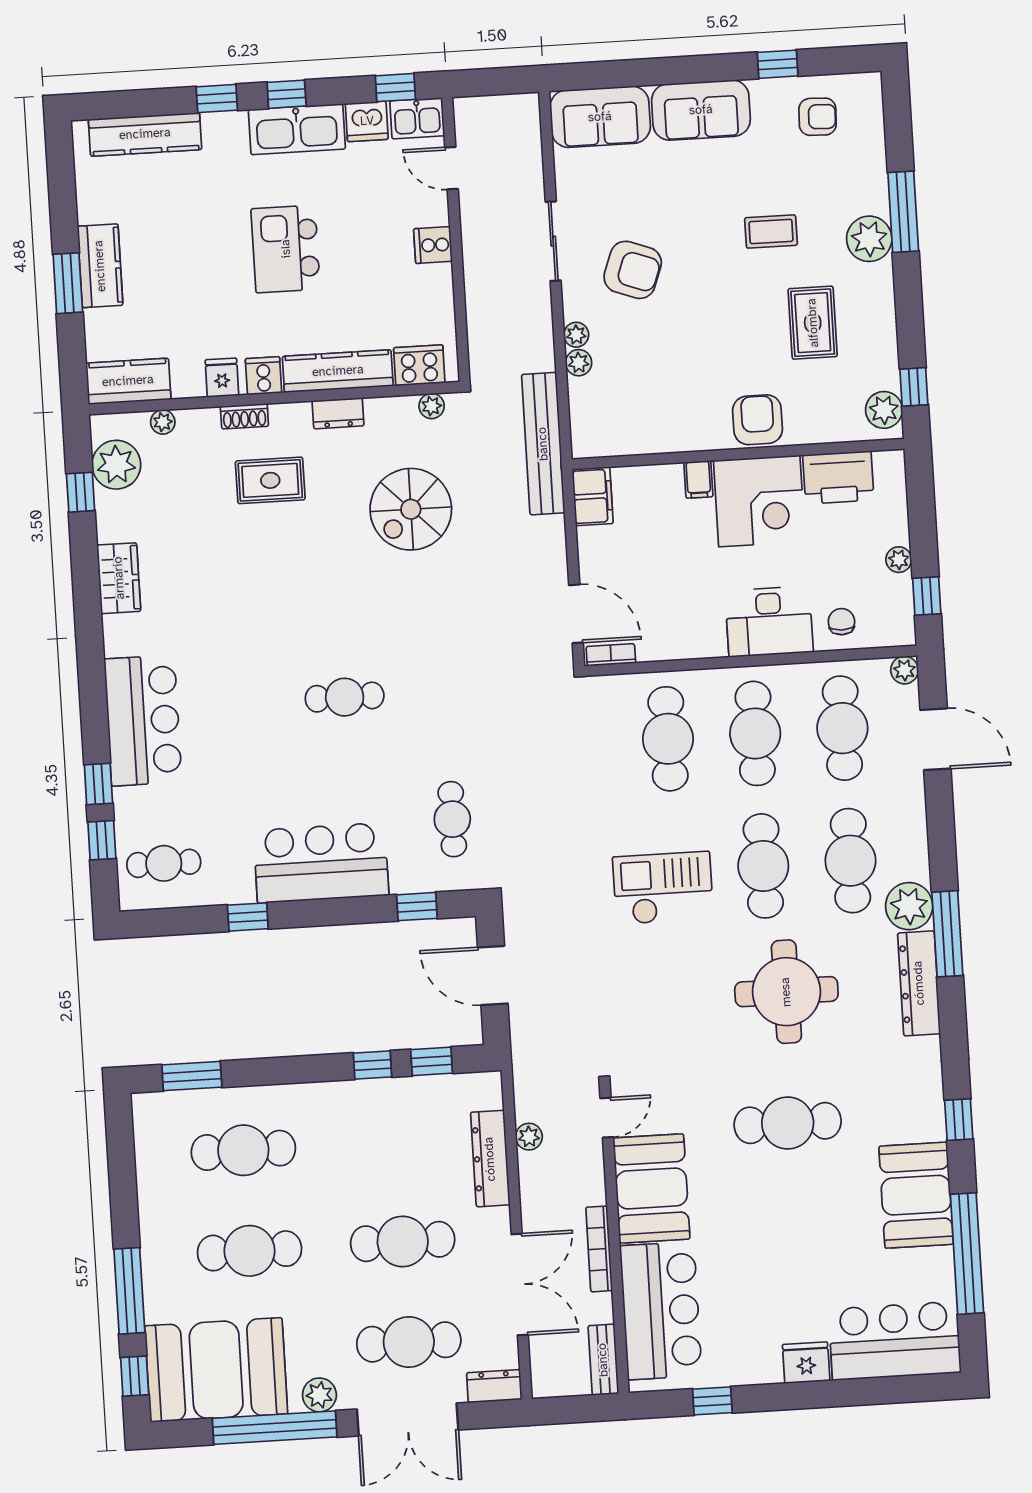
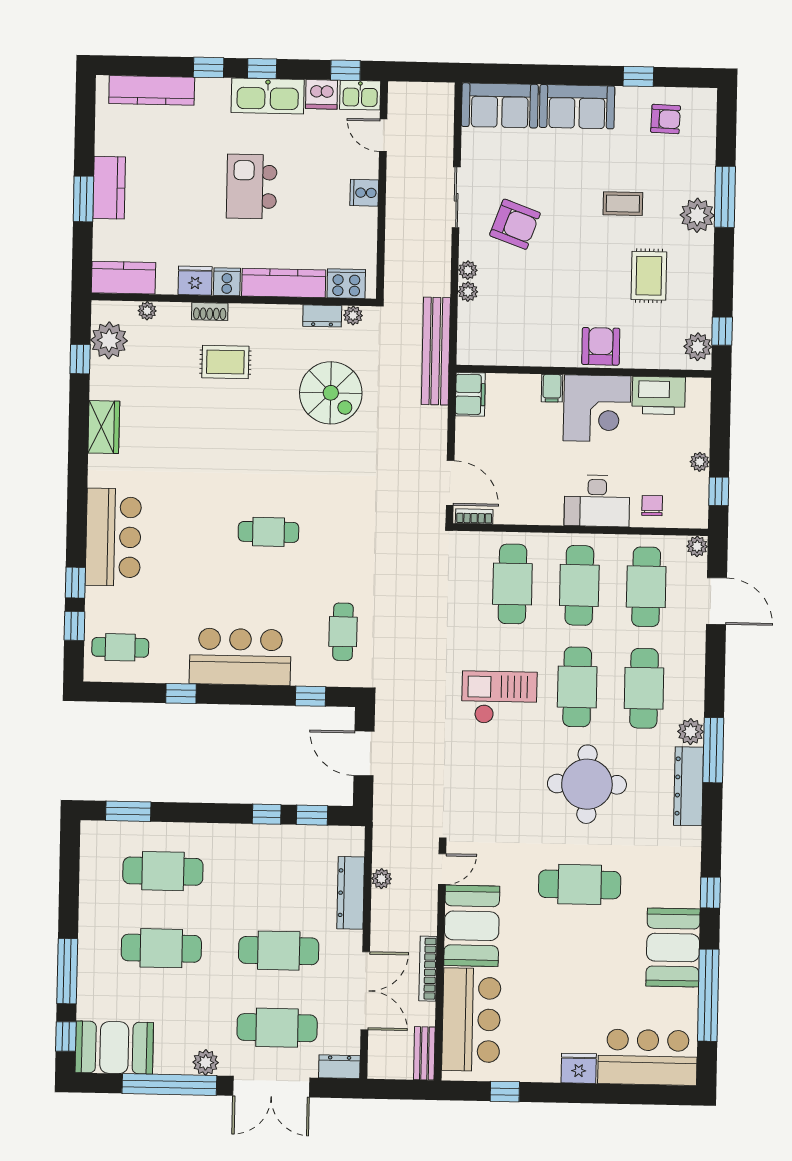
fridge: (222, 378) -> (195, 281), width x1.38
dresser: (338, 413) -> (322, 316), moved
spiral stairs: (411, 509) -> (331, 393), turned -90
plant: (909, 906) -> (691, 732), width x0.73, depth x0.73
booth: (216, 1370) -> (114, 1048), width x0.73, depth x0.70

